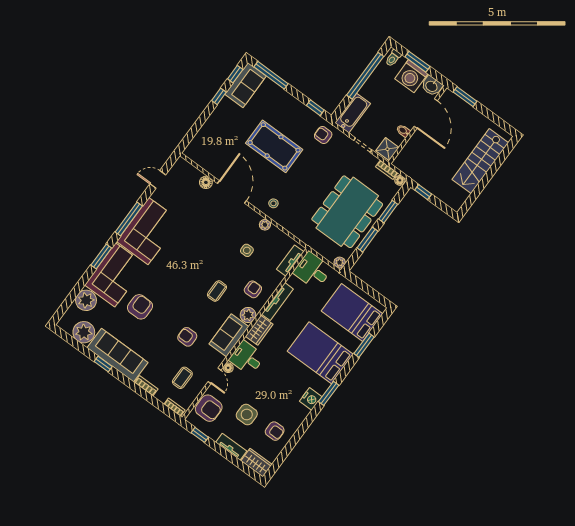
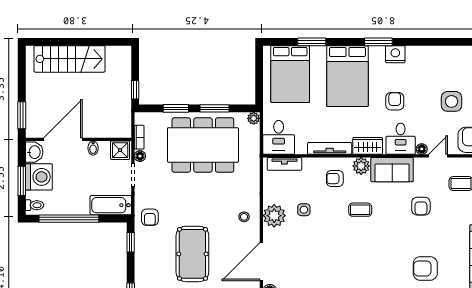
floor lamp: (400, 180) -> (140, 156), moved
plant: (265, 225) -> (274, 216), width x1.88, depth x1.88
armchair: (275, 431) -> (395, 101), moved

